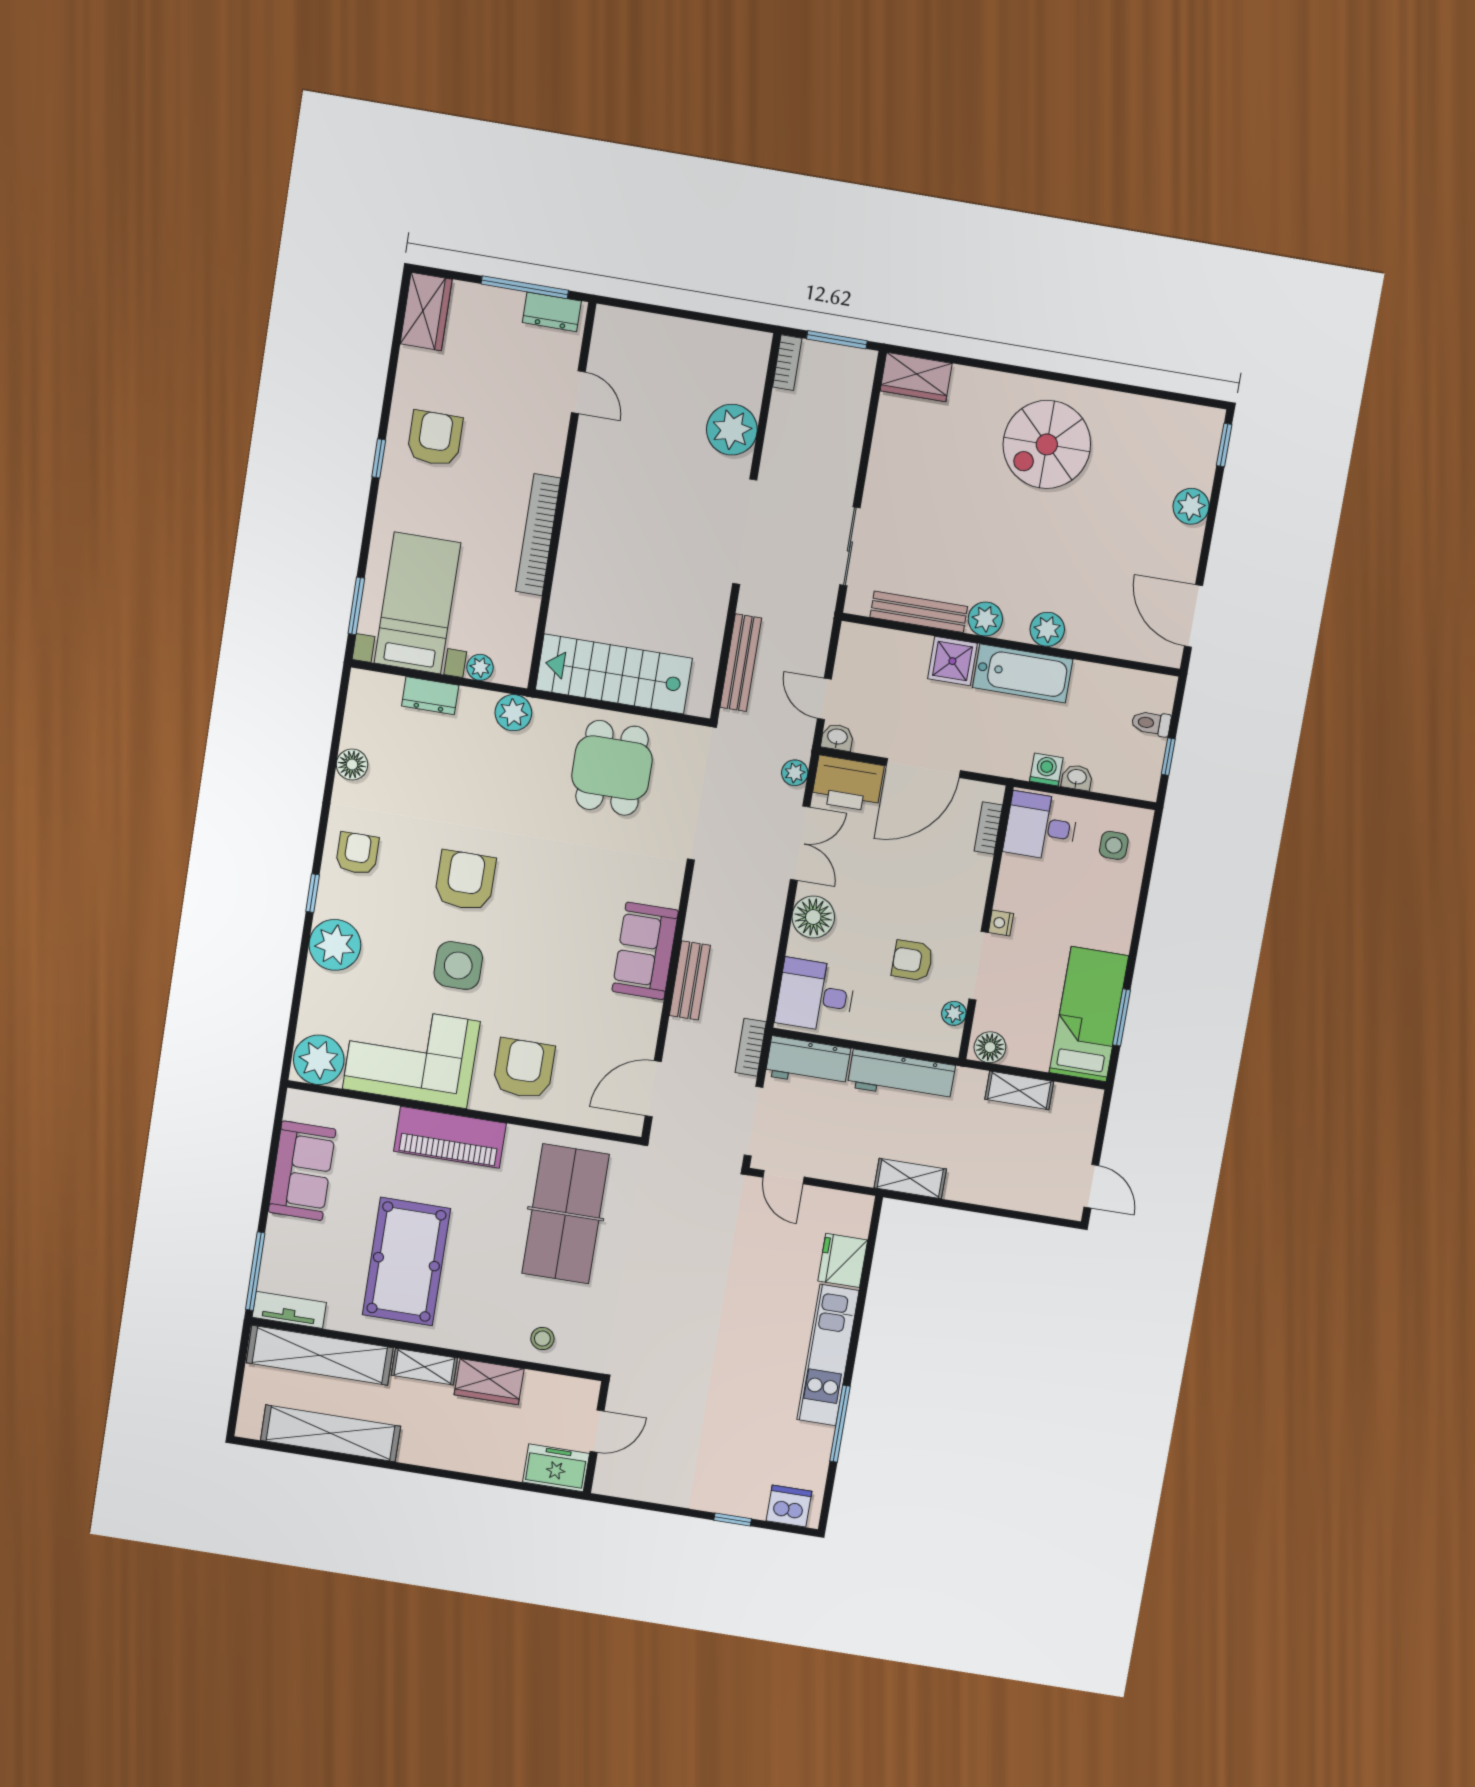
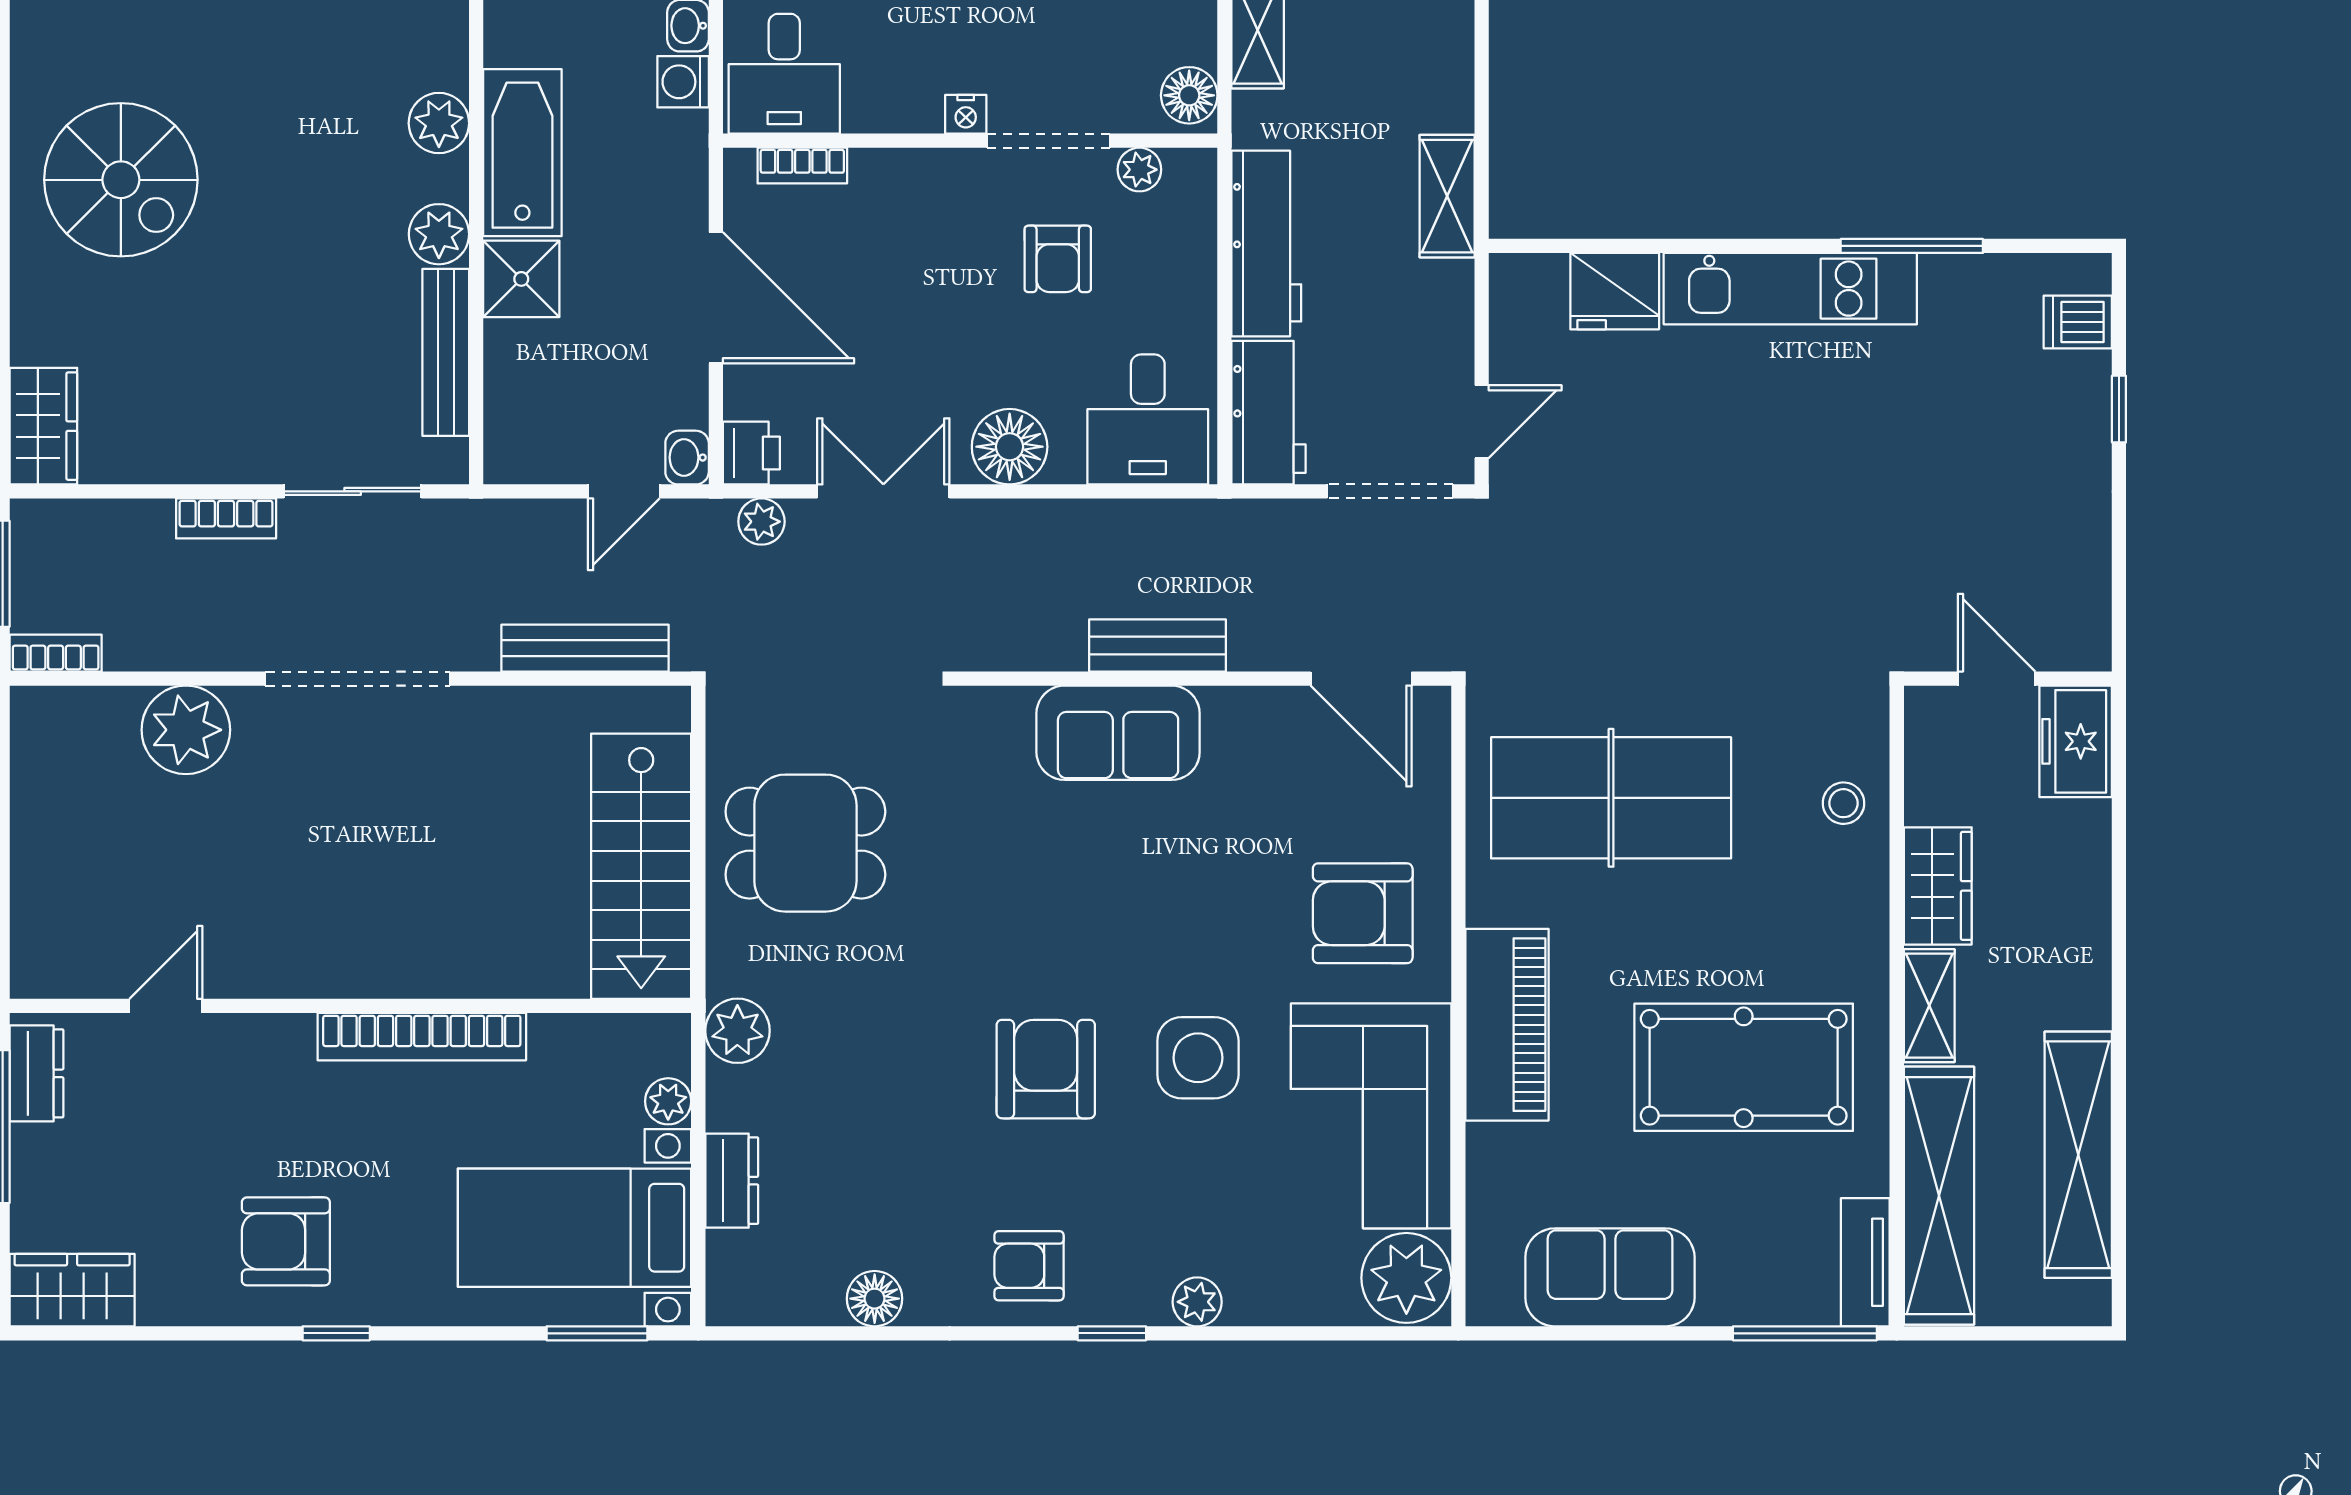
printer: (848, 784) -> (751, 453), width x0.53, depth x0.68
armchair: (465, 881) -> (1046, 1069), turned 90
plant: (335, 945) -> (1197, 1302), width x0.53, depth x0.53
bookcase: (751, 1047) -> (226, 518), moved
dishwasher: (789, 1506) -> (2078, 322), width x0.73

